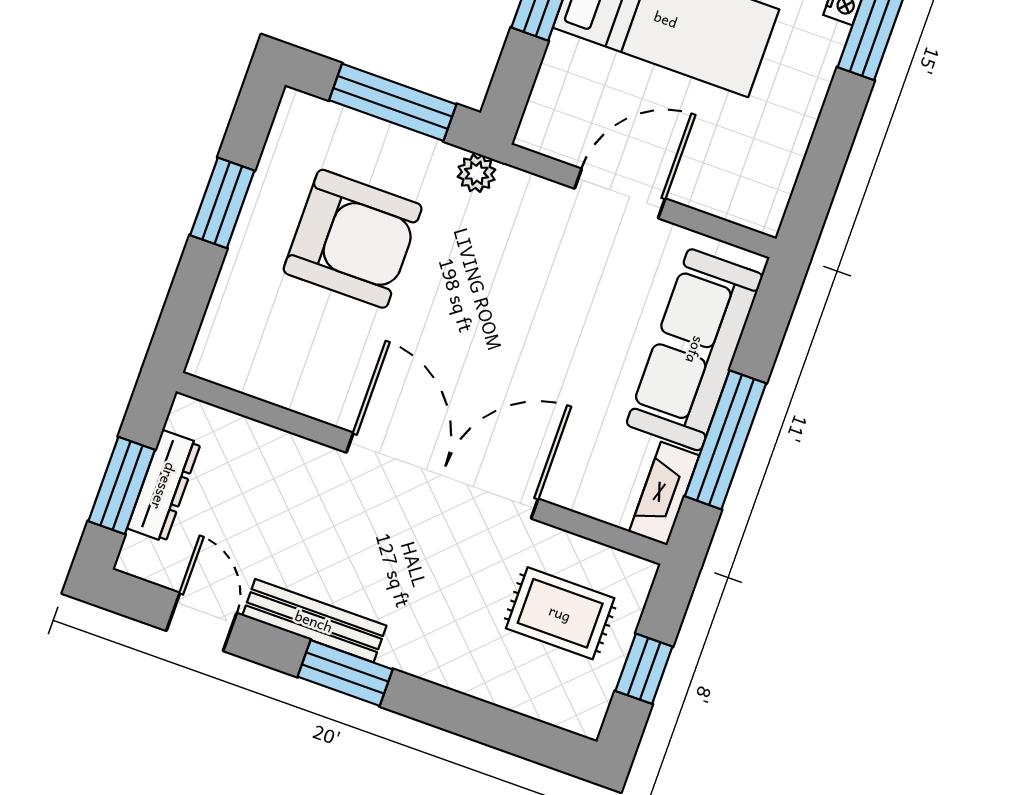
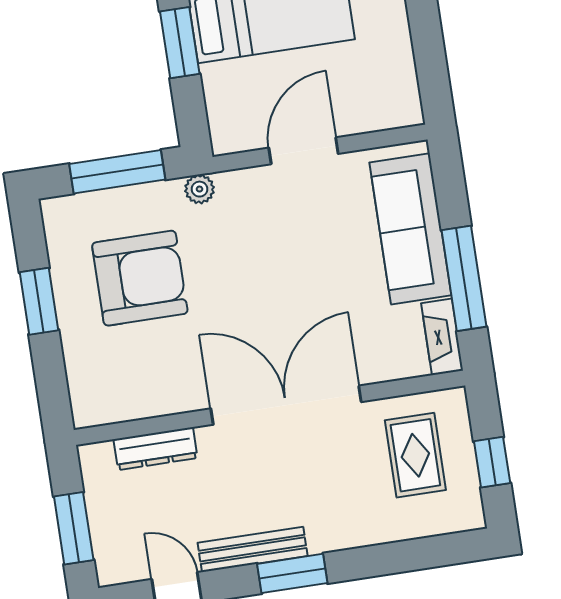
dresser: (164, 486) -> (155, 449), moved, turned 90
rug: (560, 613) -> (415, 455), turned 90

